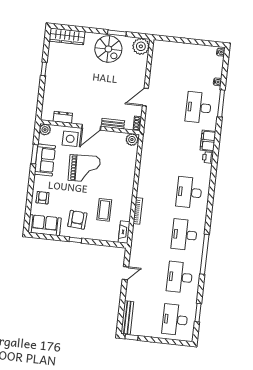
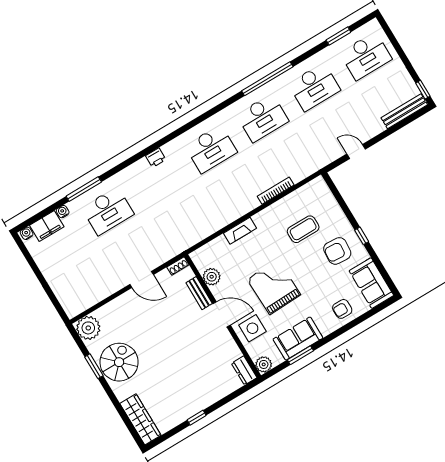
dresser: (63, 117) -> (244, 370), moved
plant: (132, 140) -> (212, 277), moved
filing cabinet: (208, 141) -> (47, 226), moved
fireplace: (124, 232) -> (240, 231), moved

